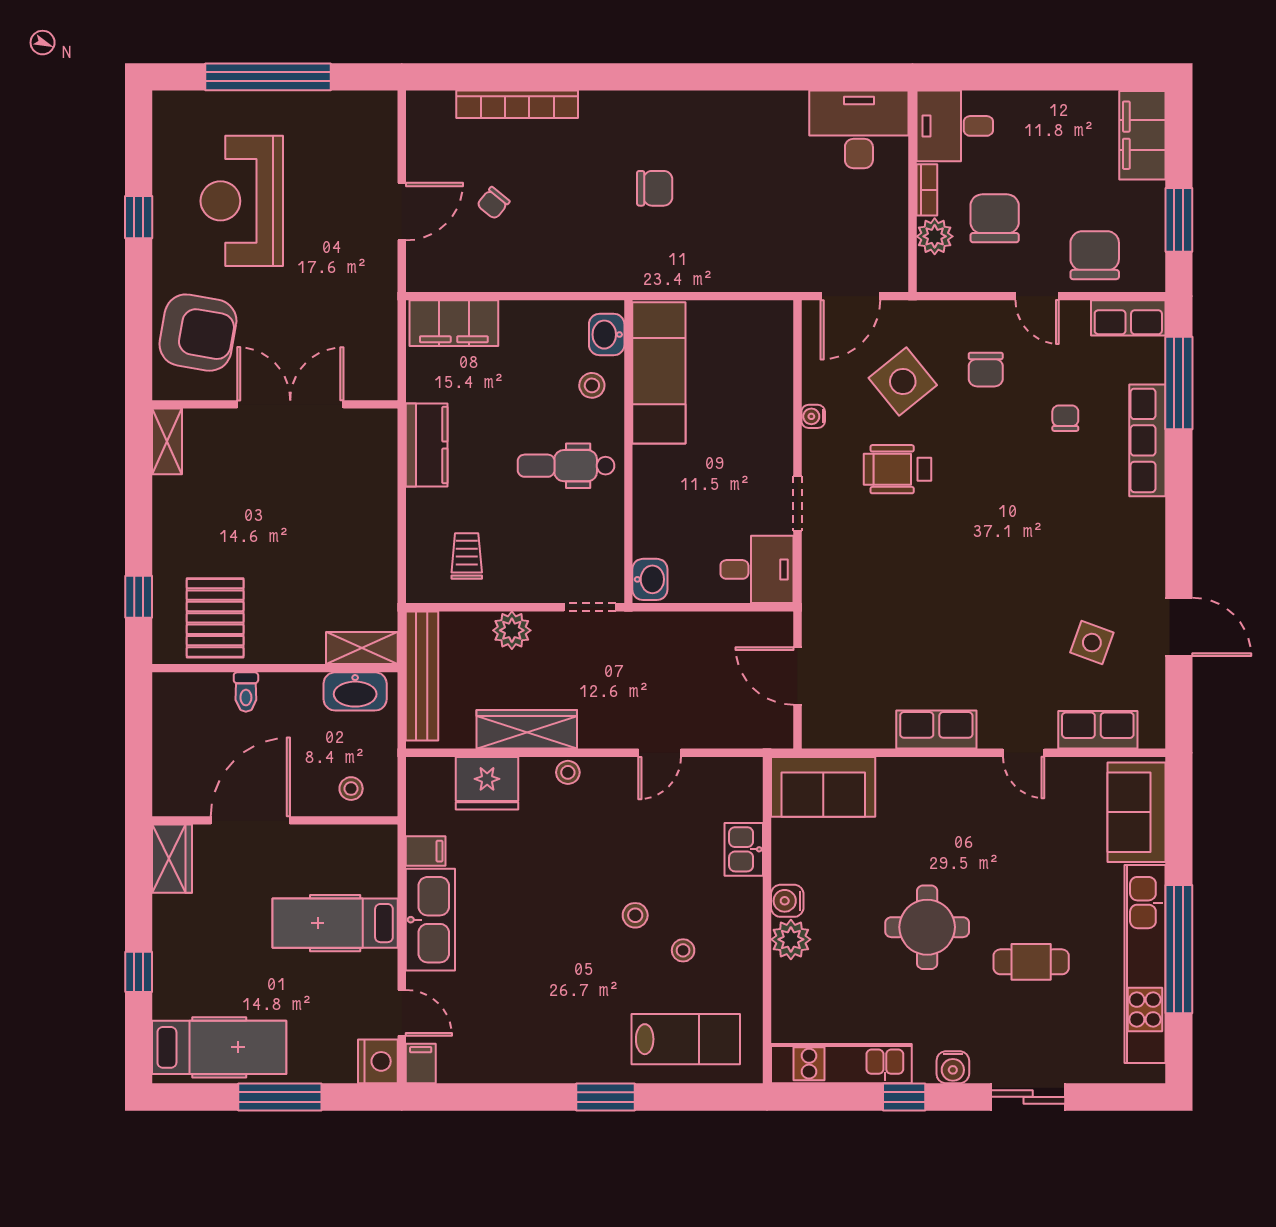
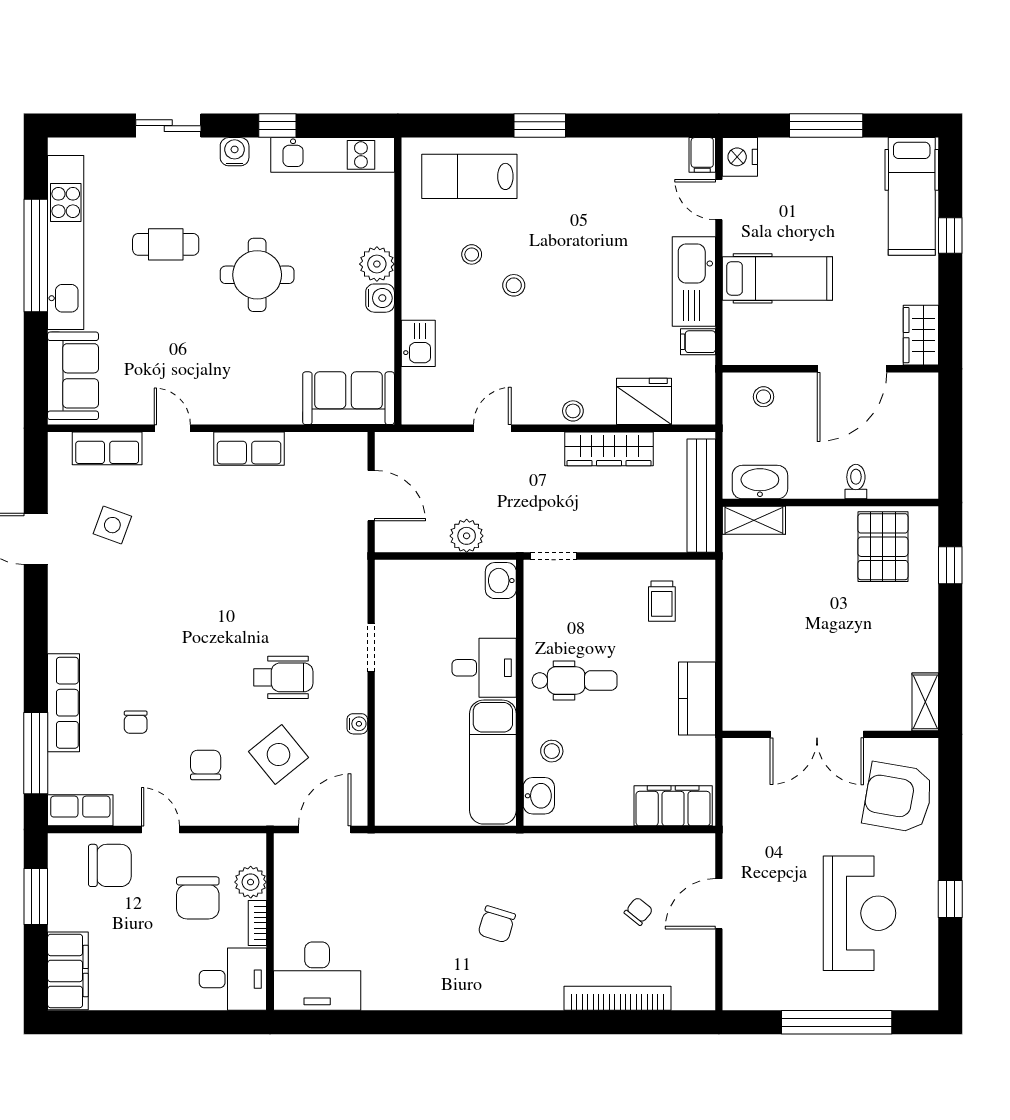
chair: (655, 188) -> (497, 924), turned -73
chair: (1095, 255) -> (110, 865), turned -90
desk: (757, 569) -> (484, 668), moved, turned 180
plant: (512, 630) -> (467, 536), moved
hospital bed: (219, 1047) -> (912, 196), moved, turned -90

